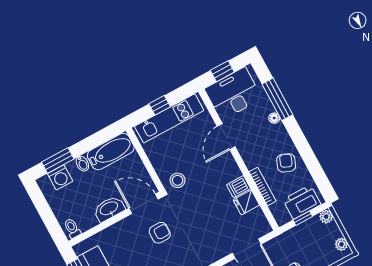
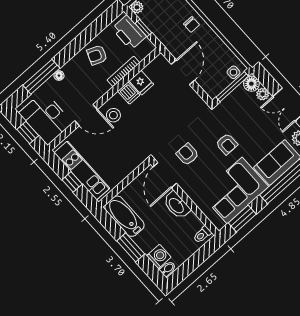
window: (58, 161) -> (131, 247), moved
bidet: (82, 164) -> (168, 269), moved
stool: (178, 180) -> (113, 115), moved

